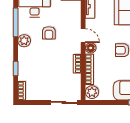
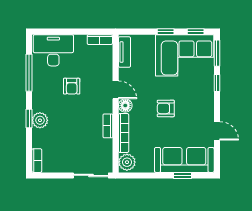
plant: (24, 41) -> (40, 120), moved
window: (16, 69) -> (29, 118), moved

